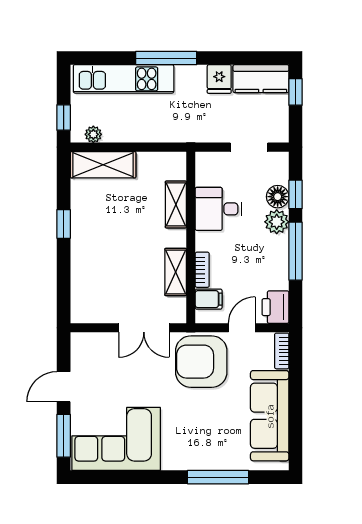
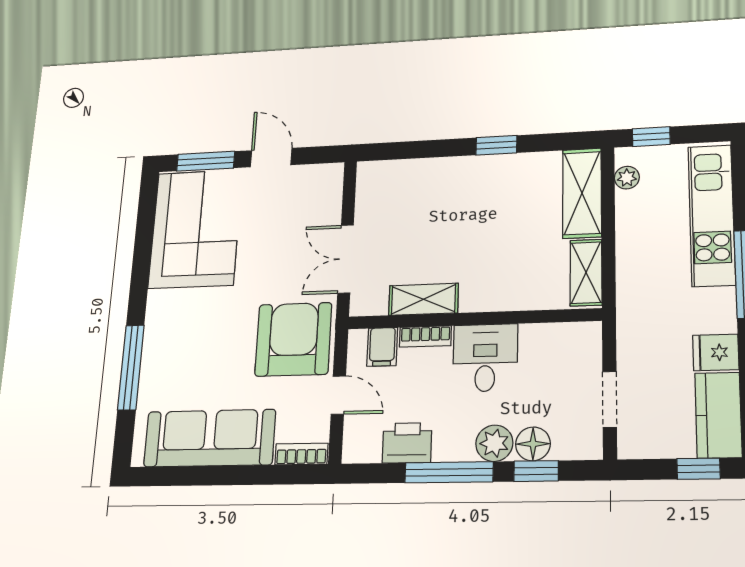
shelving: (176, 204) -> (586, 273), moved, turned 90
desk: (218, 209) -> (485, 358), moved
printer: (275, 307) -> (407, 443), moved

